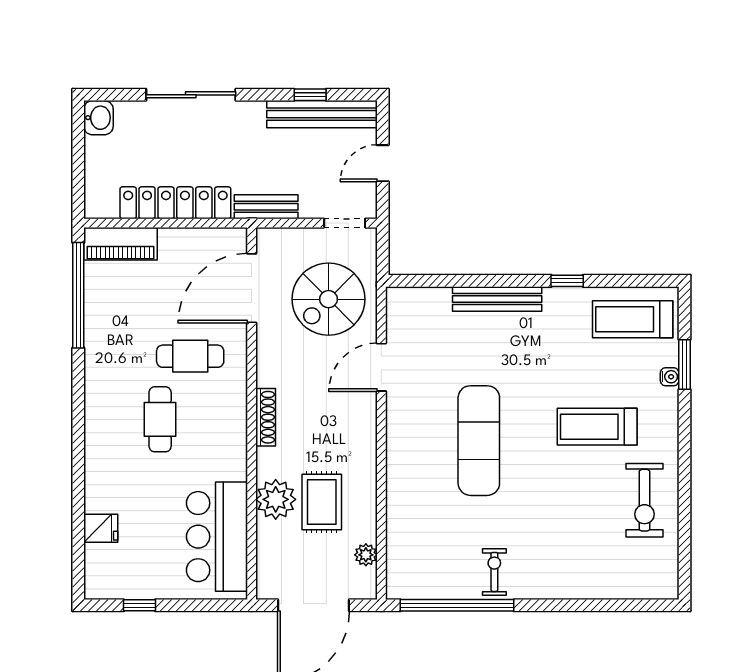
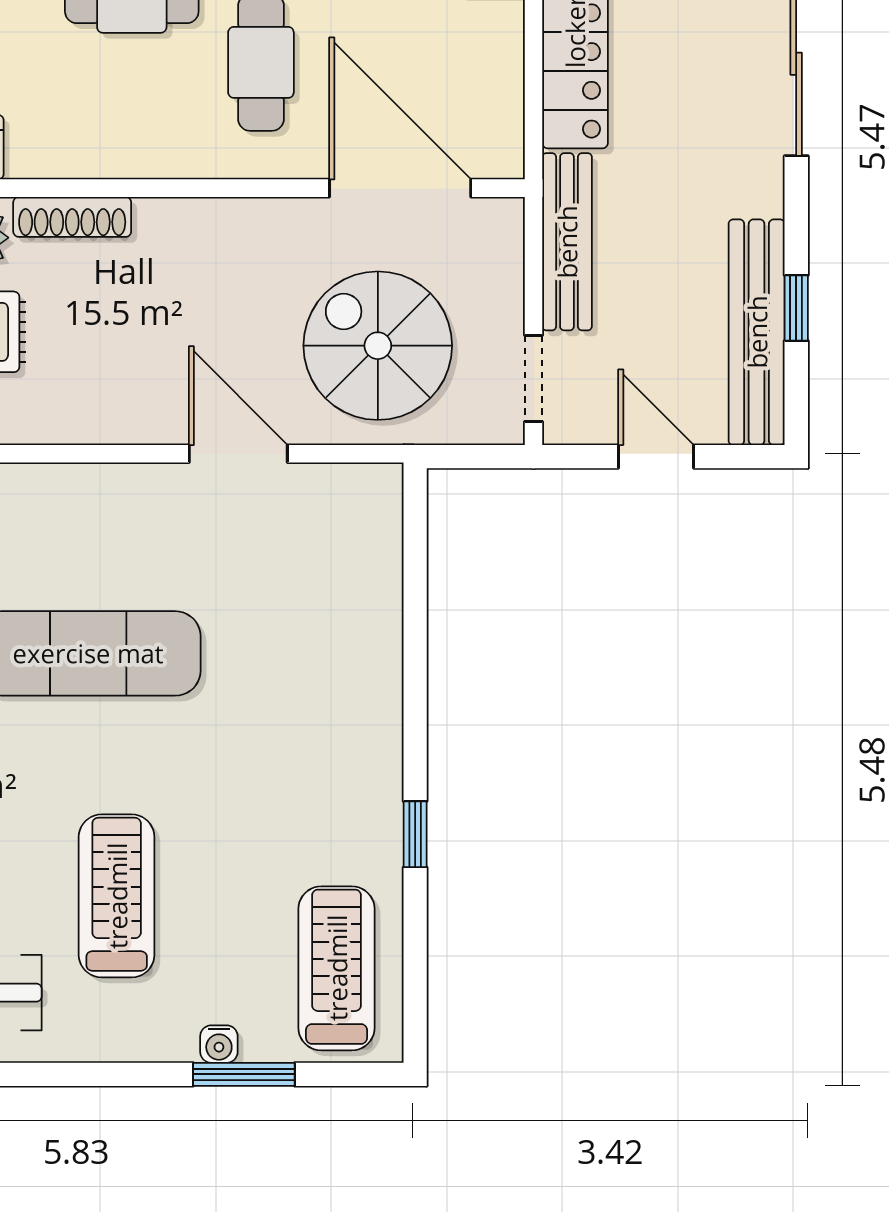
bench: (266, 207) -> (567, 242), width x1.36
bench: (497, 299) -> (378, 691), removed
shoe rack: (266, 417) -> (72, 217), moved

